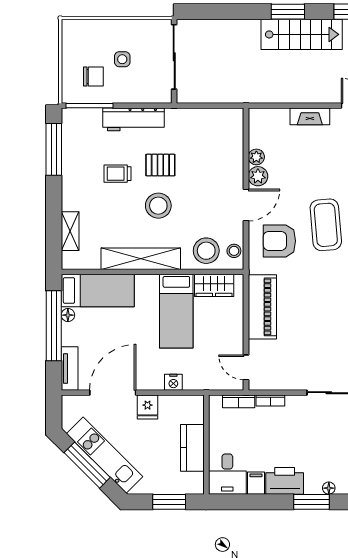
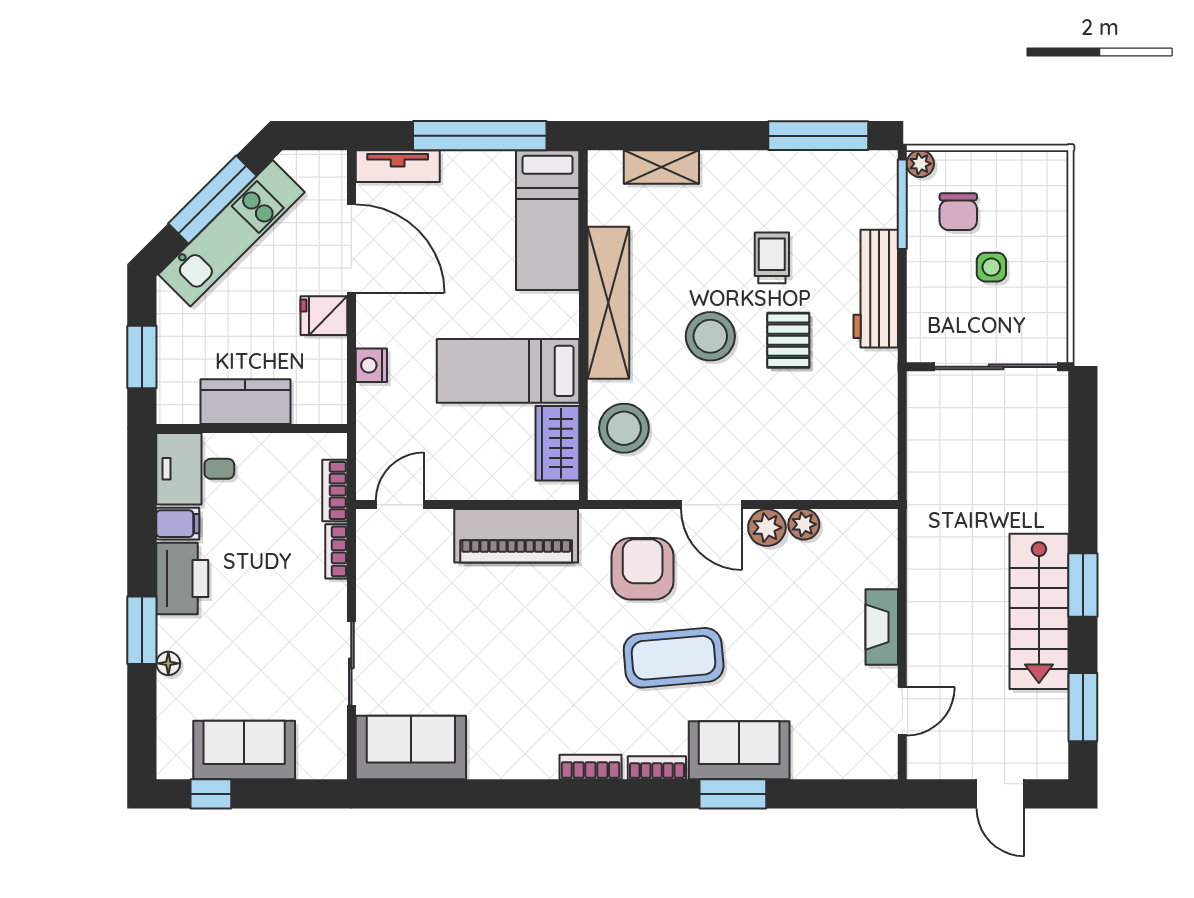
plant: (68, 96) -> (920, 164), added
stool: (234, 251) -> (624, 482), removed
floor lamp: (68, 315) -> (500, 163), removed

